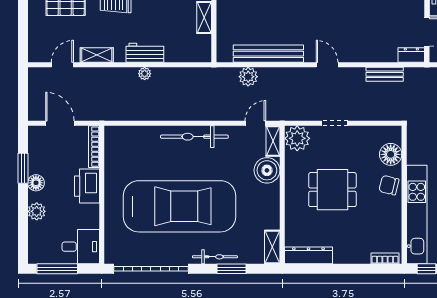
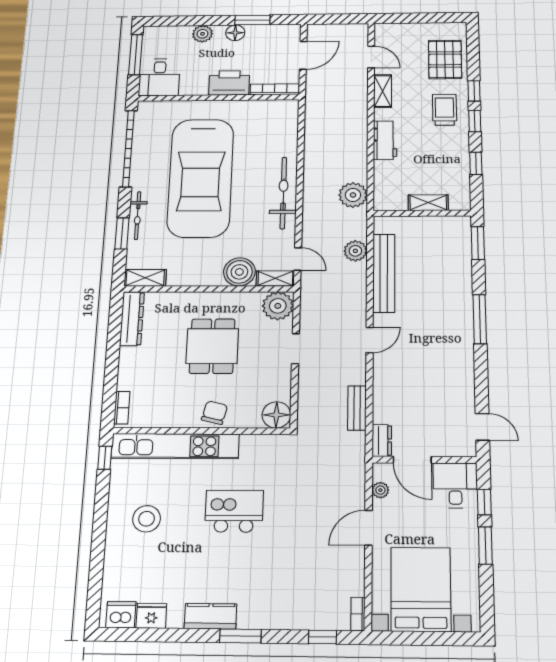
plant: (145, 74) -> (353, 195), moved, width x1.87, depth x1.87
floor lamp: (391, 154) -> (276, 415), moved

